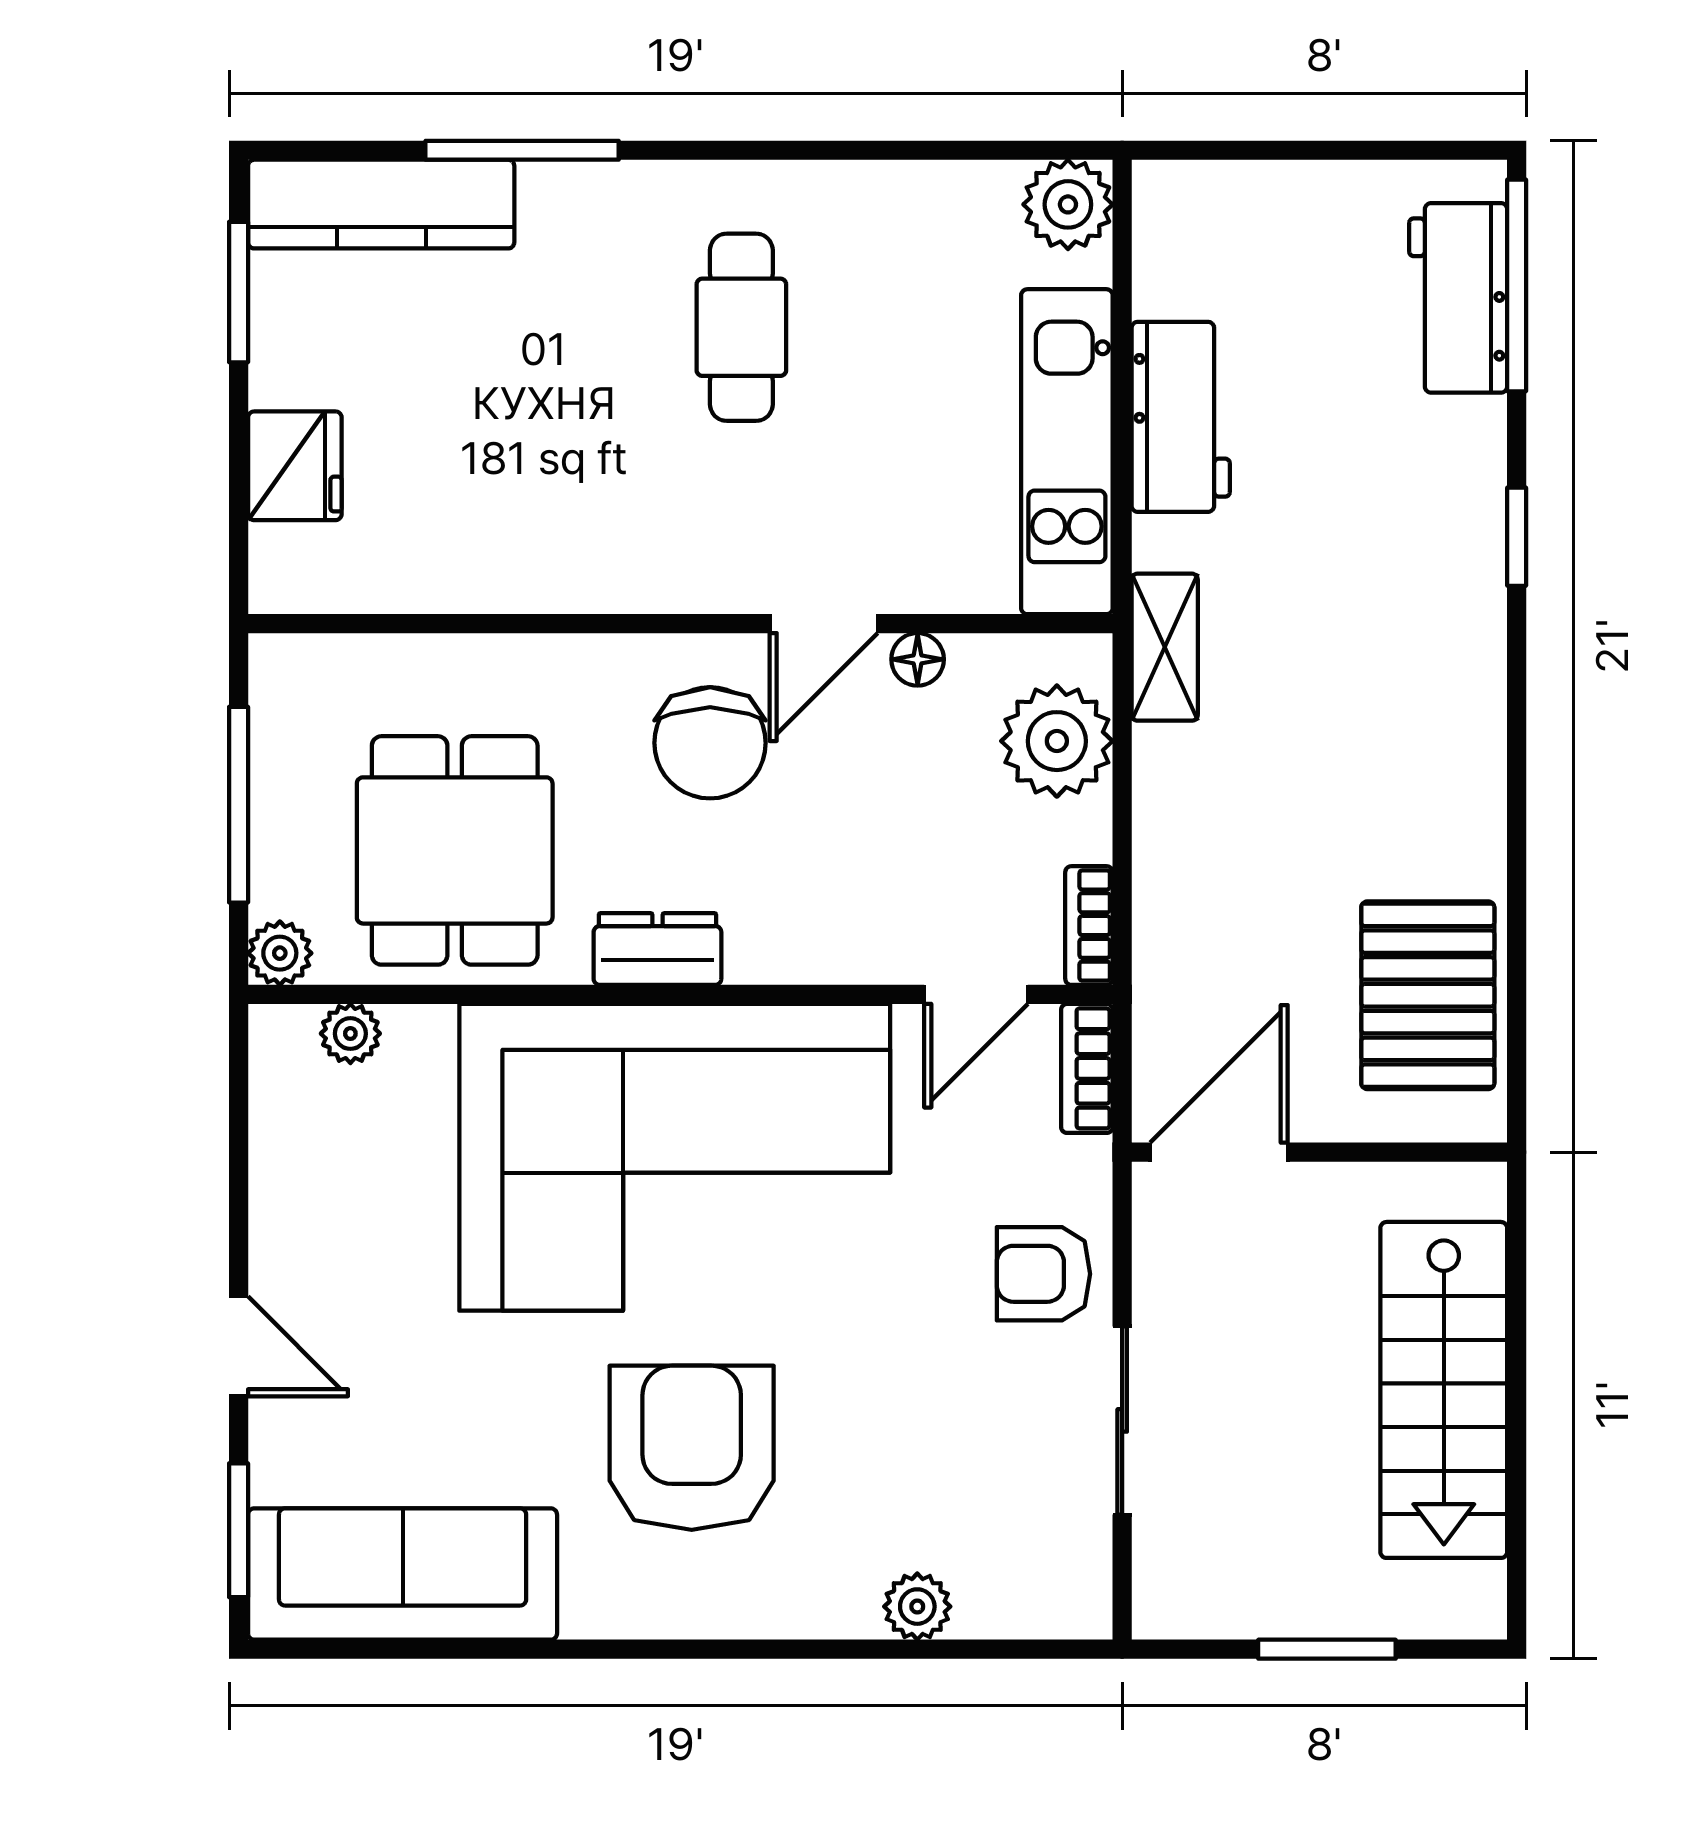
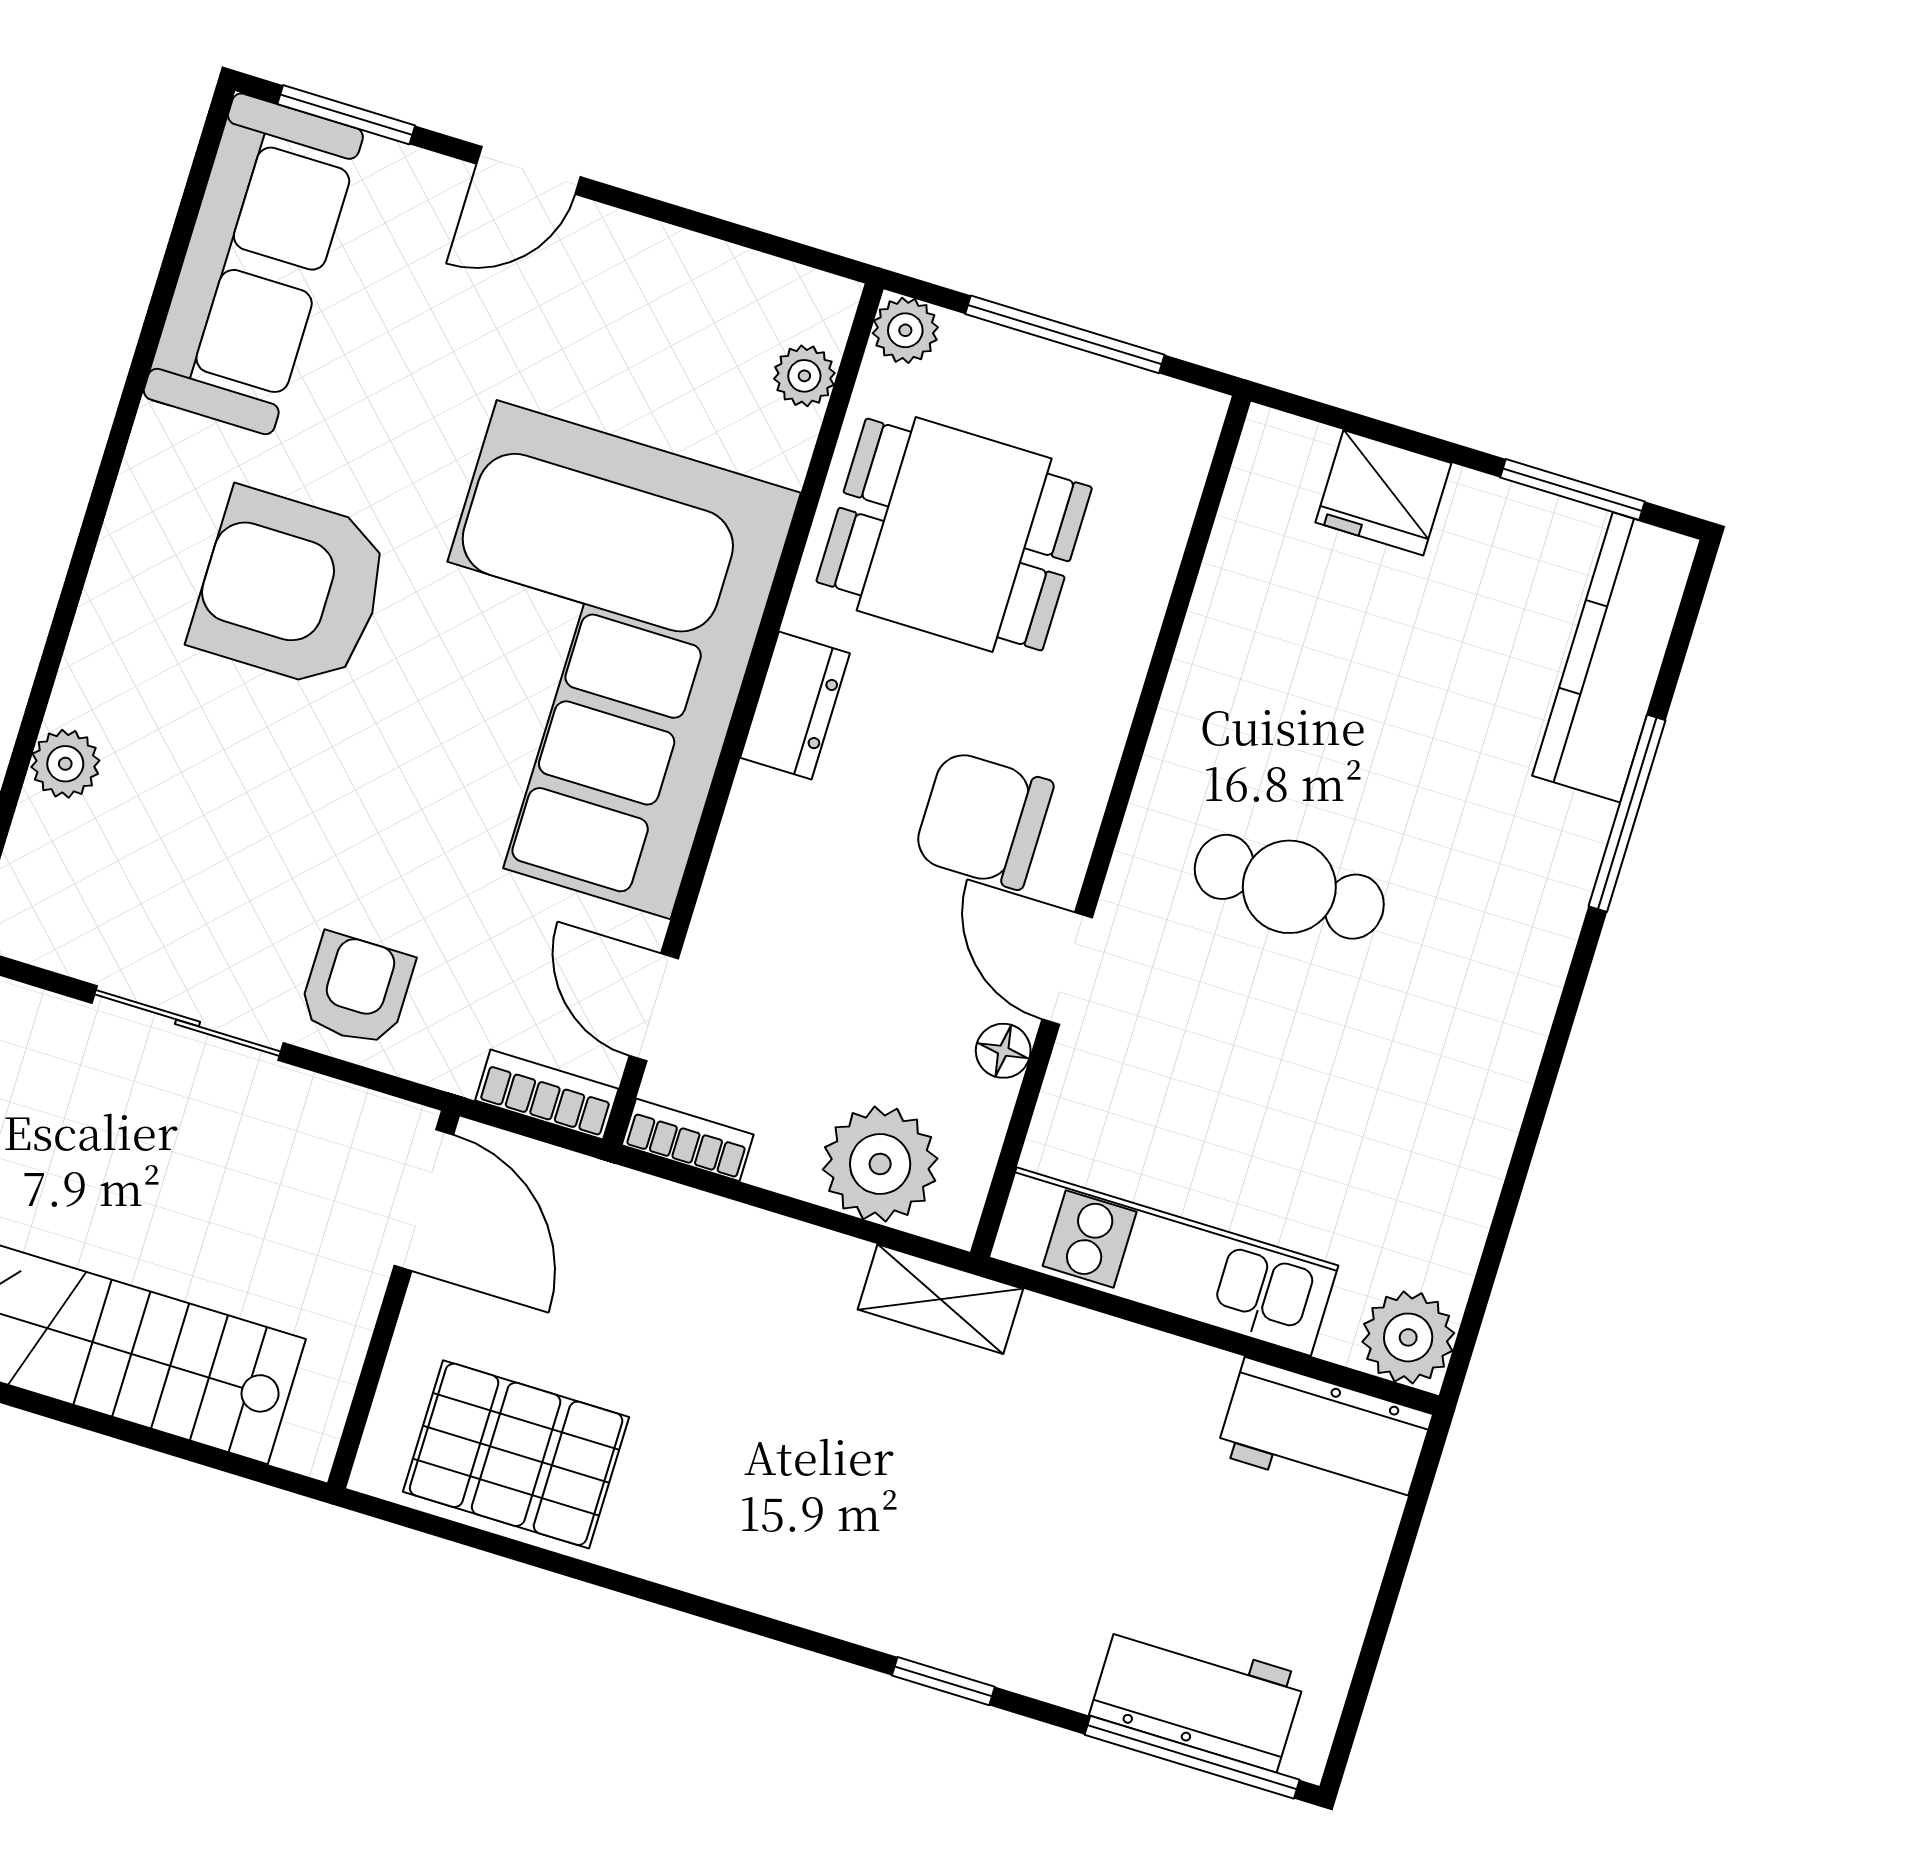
cafe table: (741, 327) -> (1289, 887), moved
workbench: (1181, 417) -> (1324, 1434), moved
armchair: (692, 1448) -> (291, 588), turned 180

